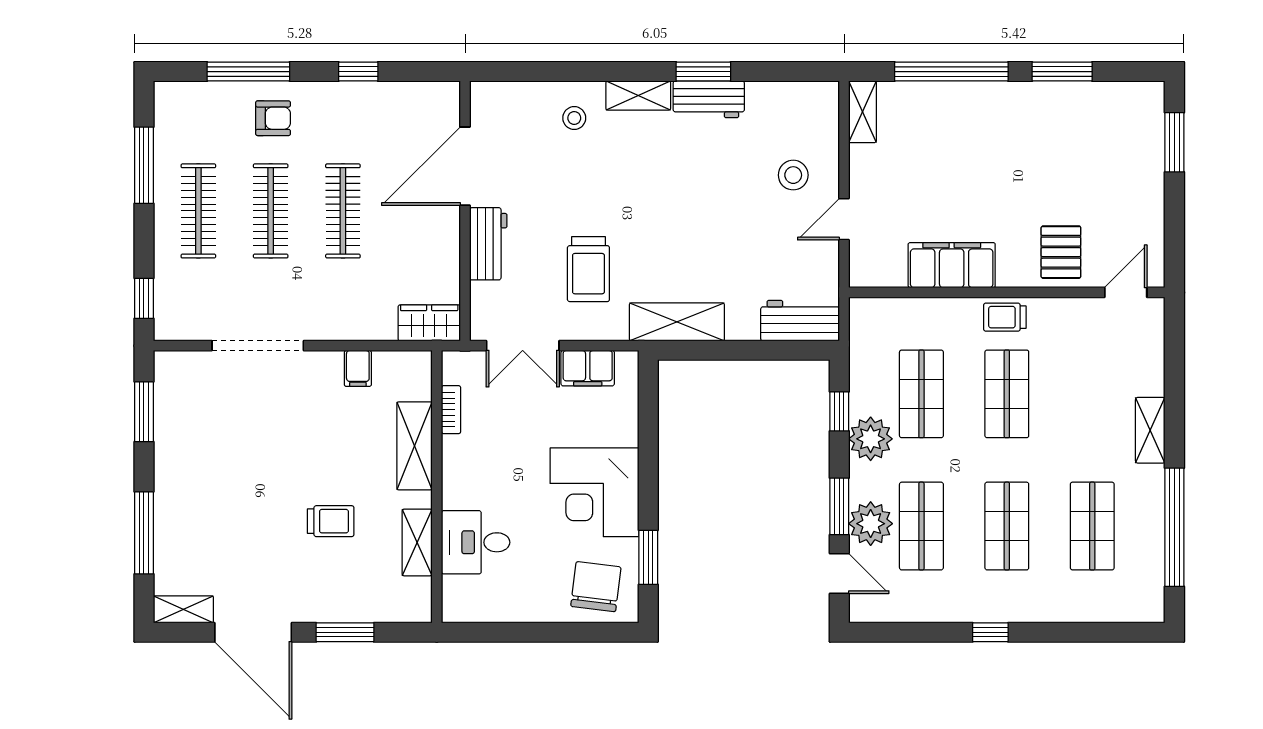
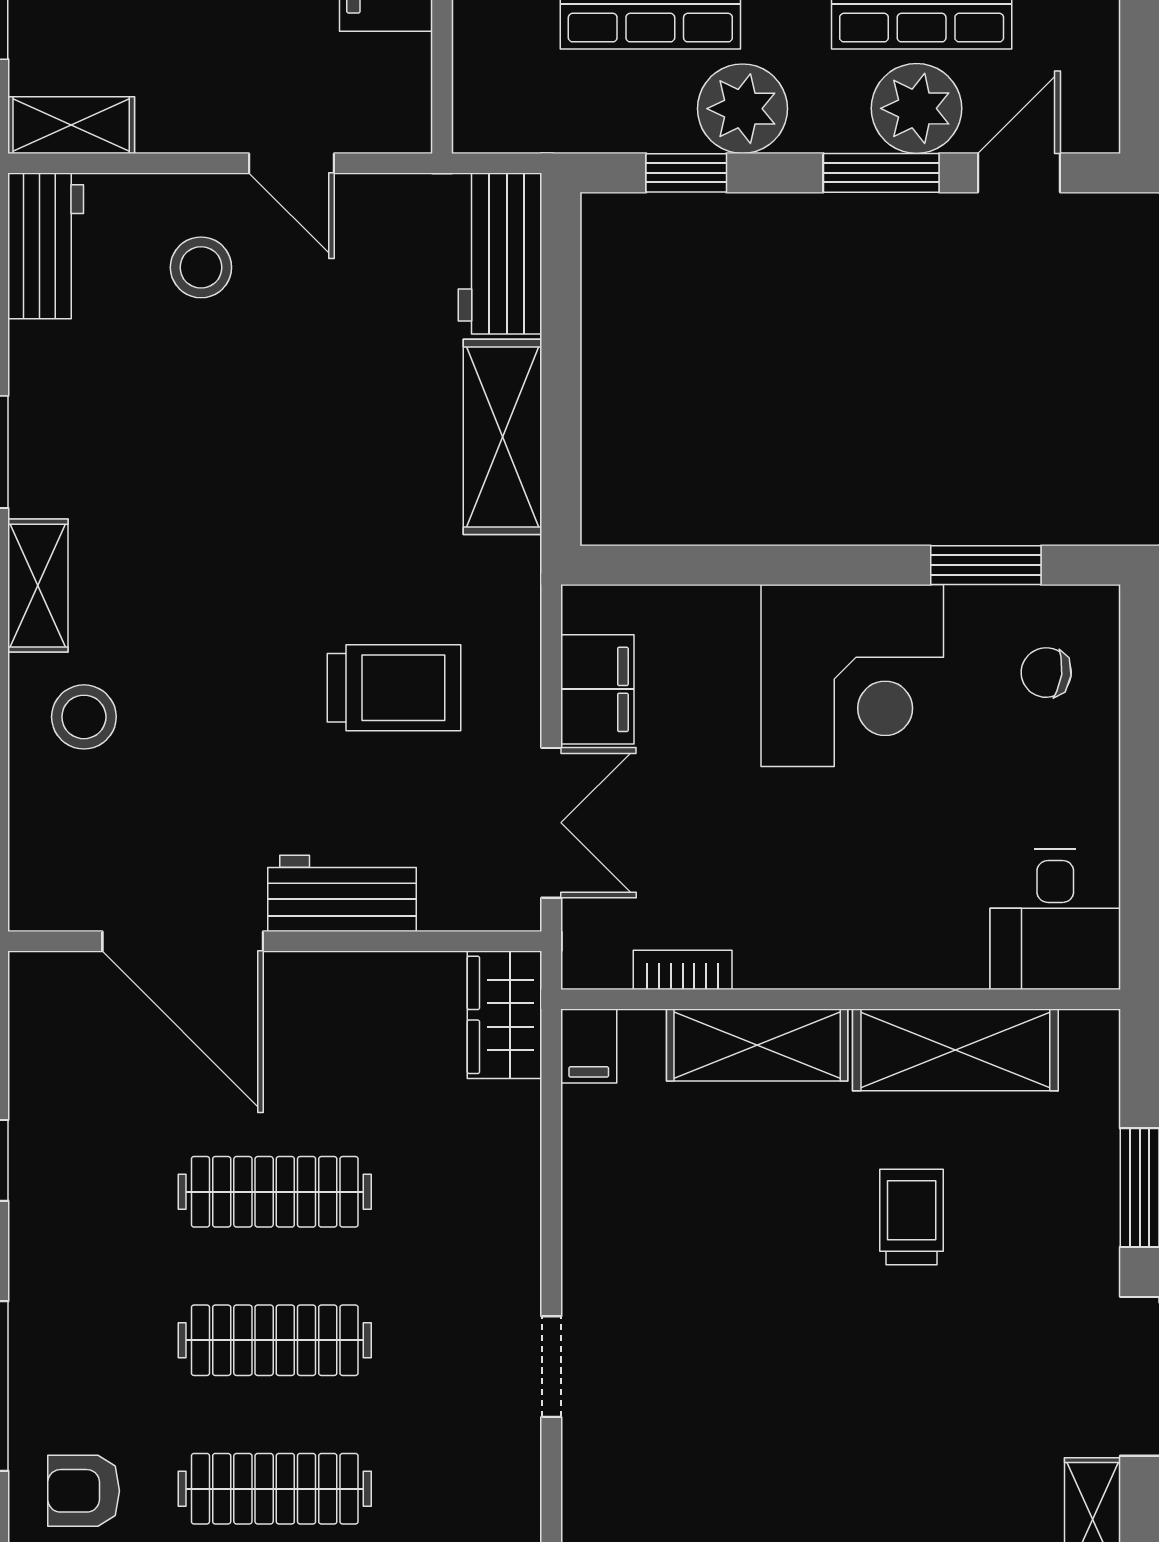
workbench: (709, 99) -> (46, 246), moved
armchair: (273, 118) -> (84, 1491), moved, turned -90
stool: (574, 118) -> (84, 717), width x1.37, depth x1.37
shelving: (677, 322) -> (502, 437), moved
doorway: (258, 346) -> (551, 1367), width x0.53
filing cabinet: (358, 368) -> (589, 1046), moved, turned 90
shelving: (417, 542) -> (955, 1050), width x1.50, depth x1.33
desk: (476, 542) -> (1055, 919), moved
chair: (596, 587) -> (1046, 673), width x0.54, depth x0.54

